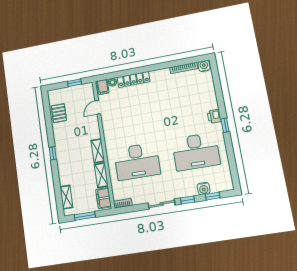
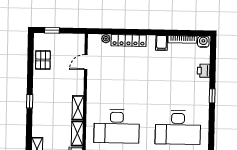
window: (74, 83) -> (52, 30), moved
filing cabinet: (103, 87) -> (162, 43), moved
printer: (214, 116) -> (204, 71), moved
window: (225, 125) -> (212, 96), moved

